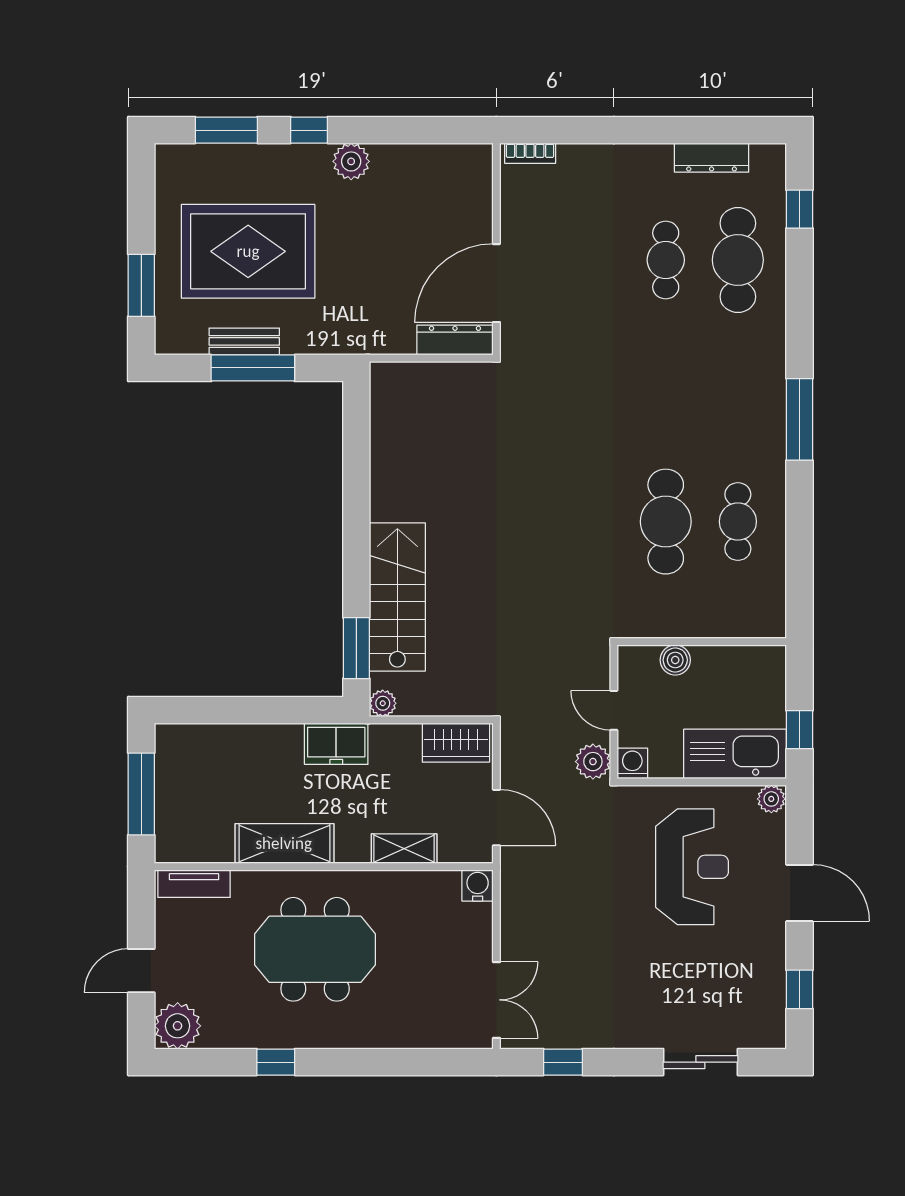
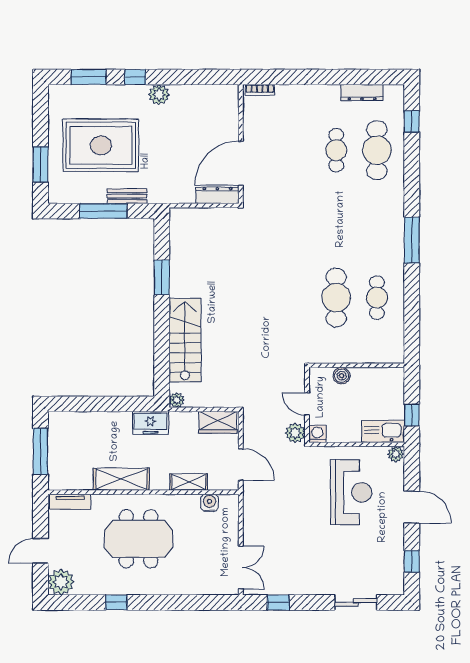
bench: (244, 341) -> (127, 196), moved
window: (356, 648) -> (162, 277), moved
kitchen sink: (735, 754) -> (383, 431), width x0.73, depth x0.81
water cooler: (478, 885) -> (209, 503), moved

